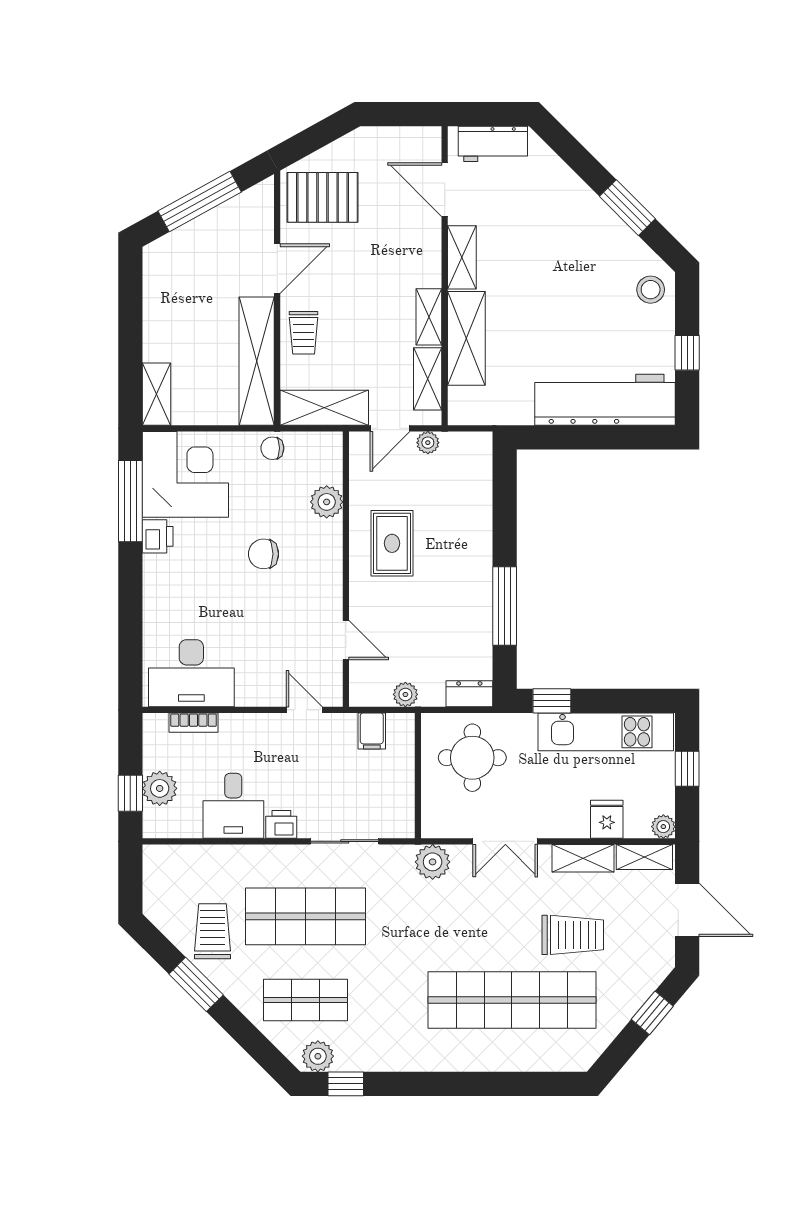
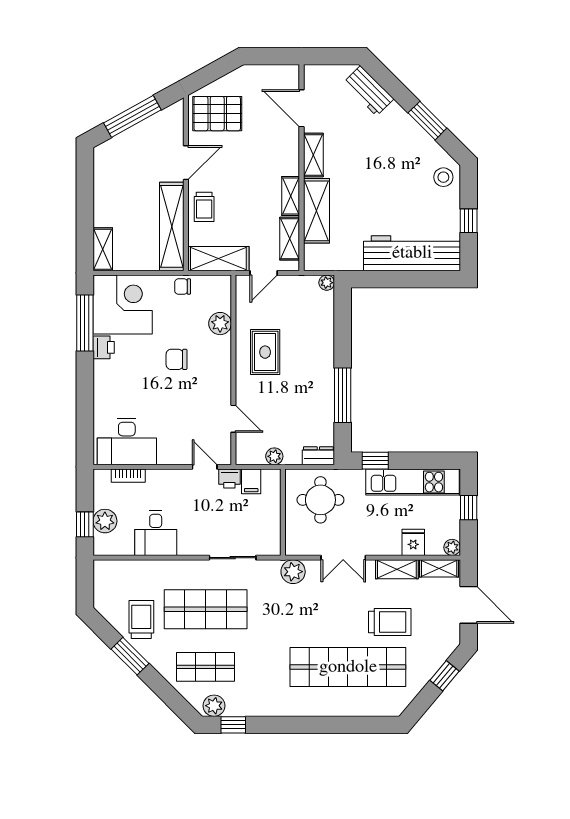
workbench: (493, 144) -> (369, 91), moved, turned 45
plant: (428, 443) -> (327, 283), moved
printer: (281, 824) -> (229, 479), moved, turned 180

